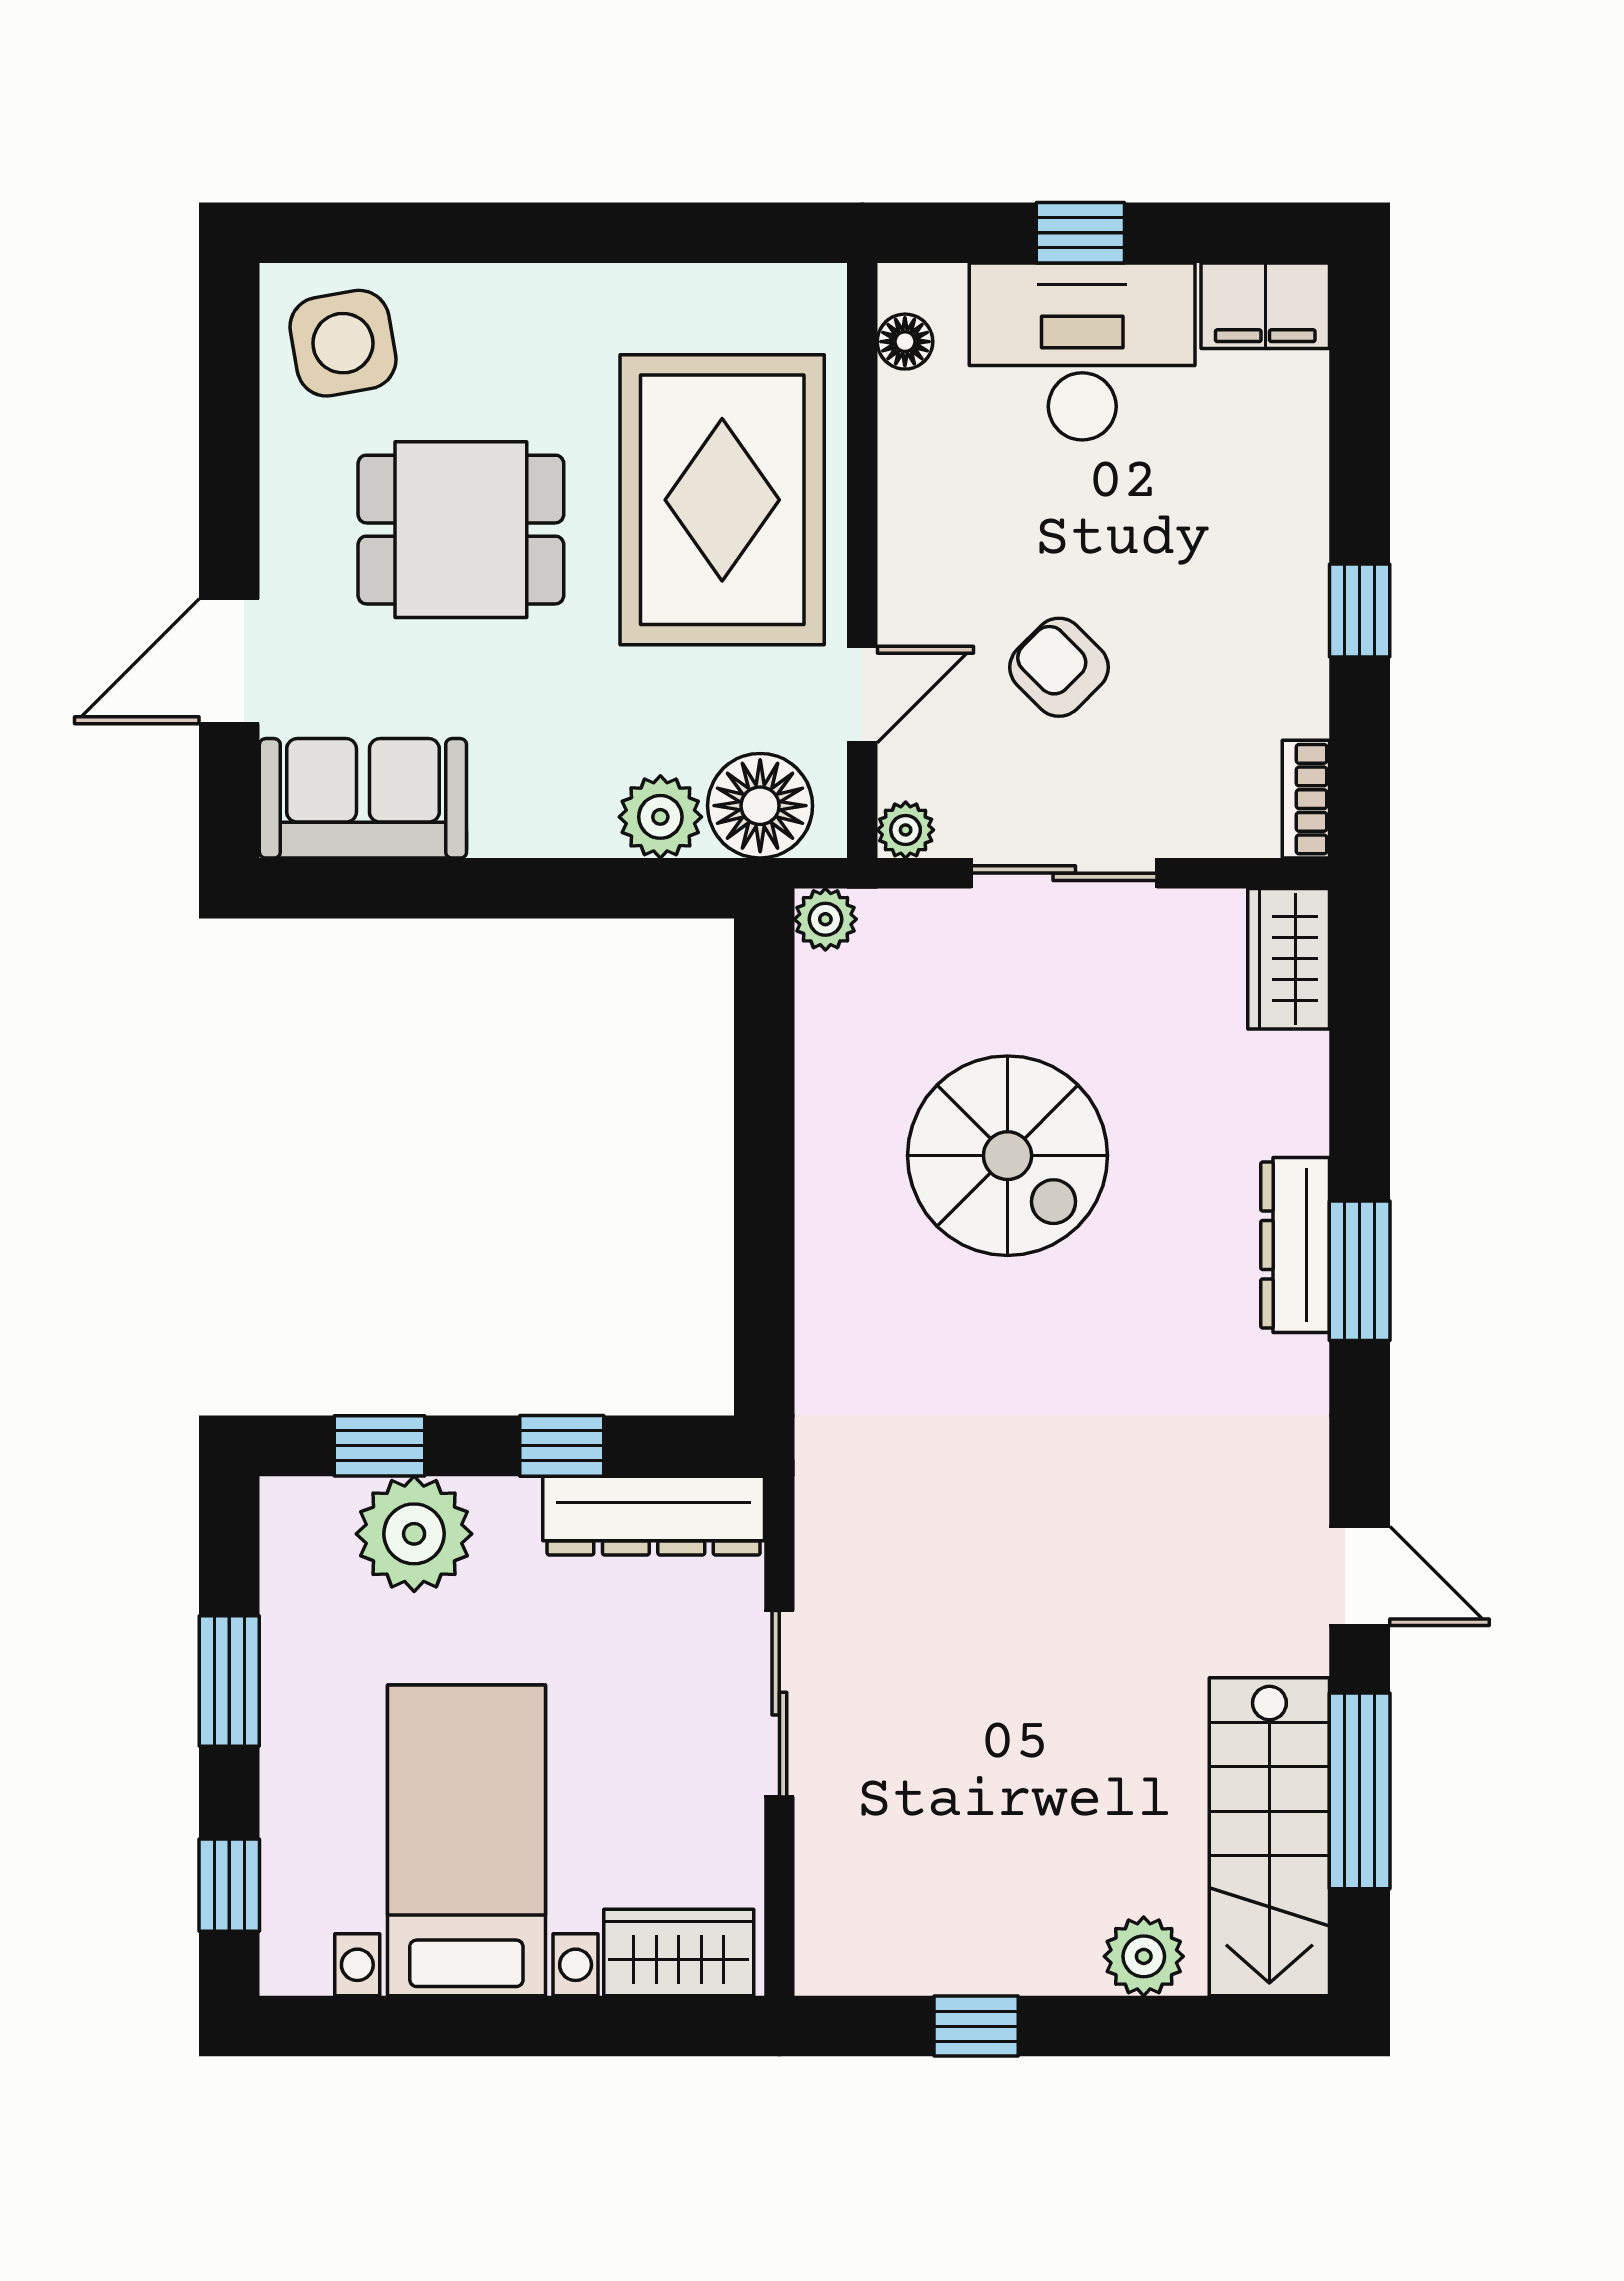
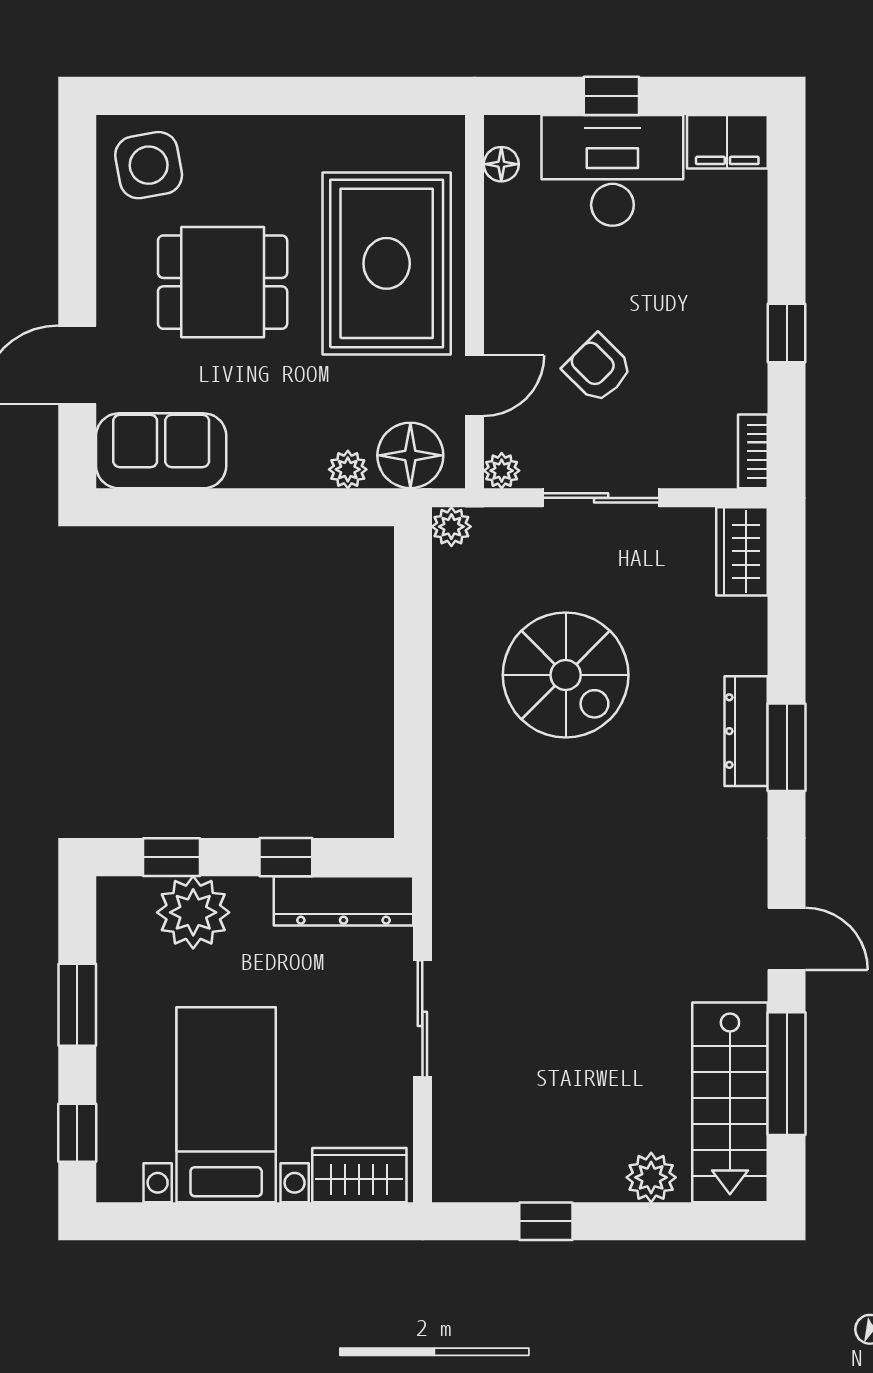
plant: (660, 817) -> (348, 469), width x0.73, depth x0.73

